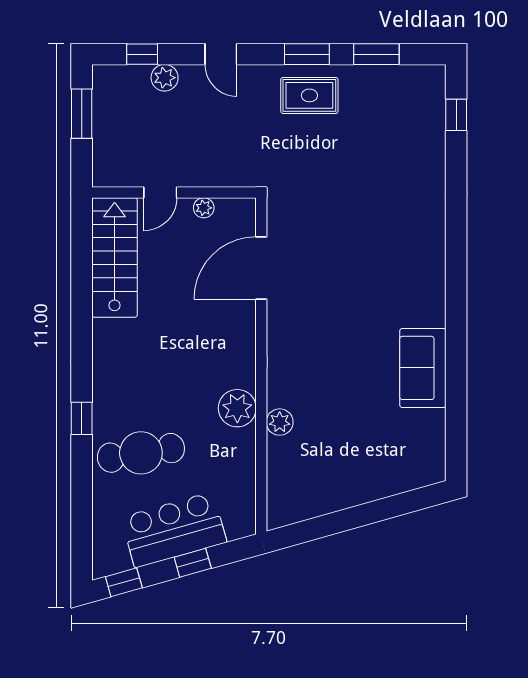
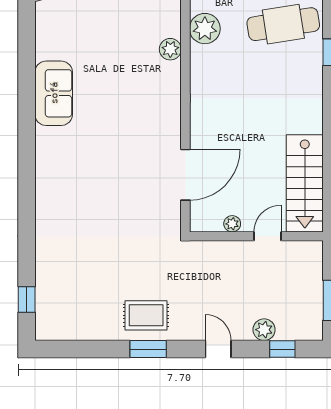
window: (376, 54) -> (92, 349), removed
plant: (237, 408) -> (205, 29), moved

